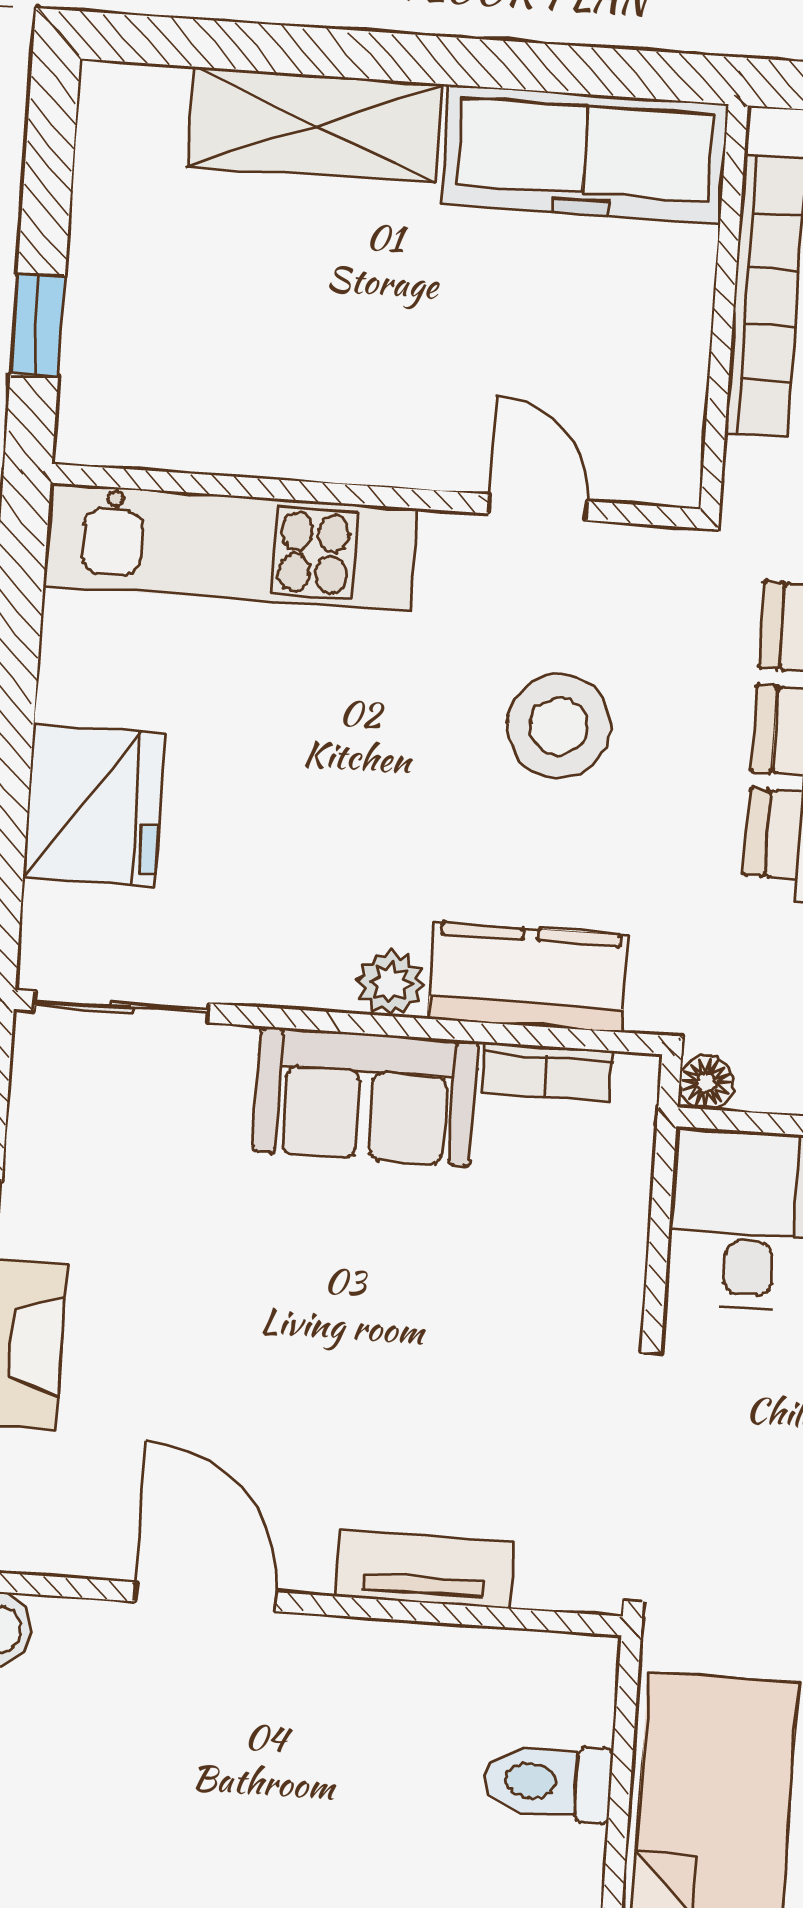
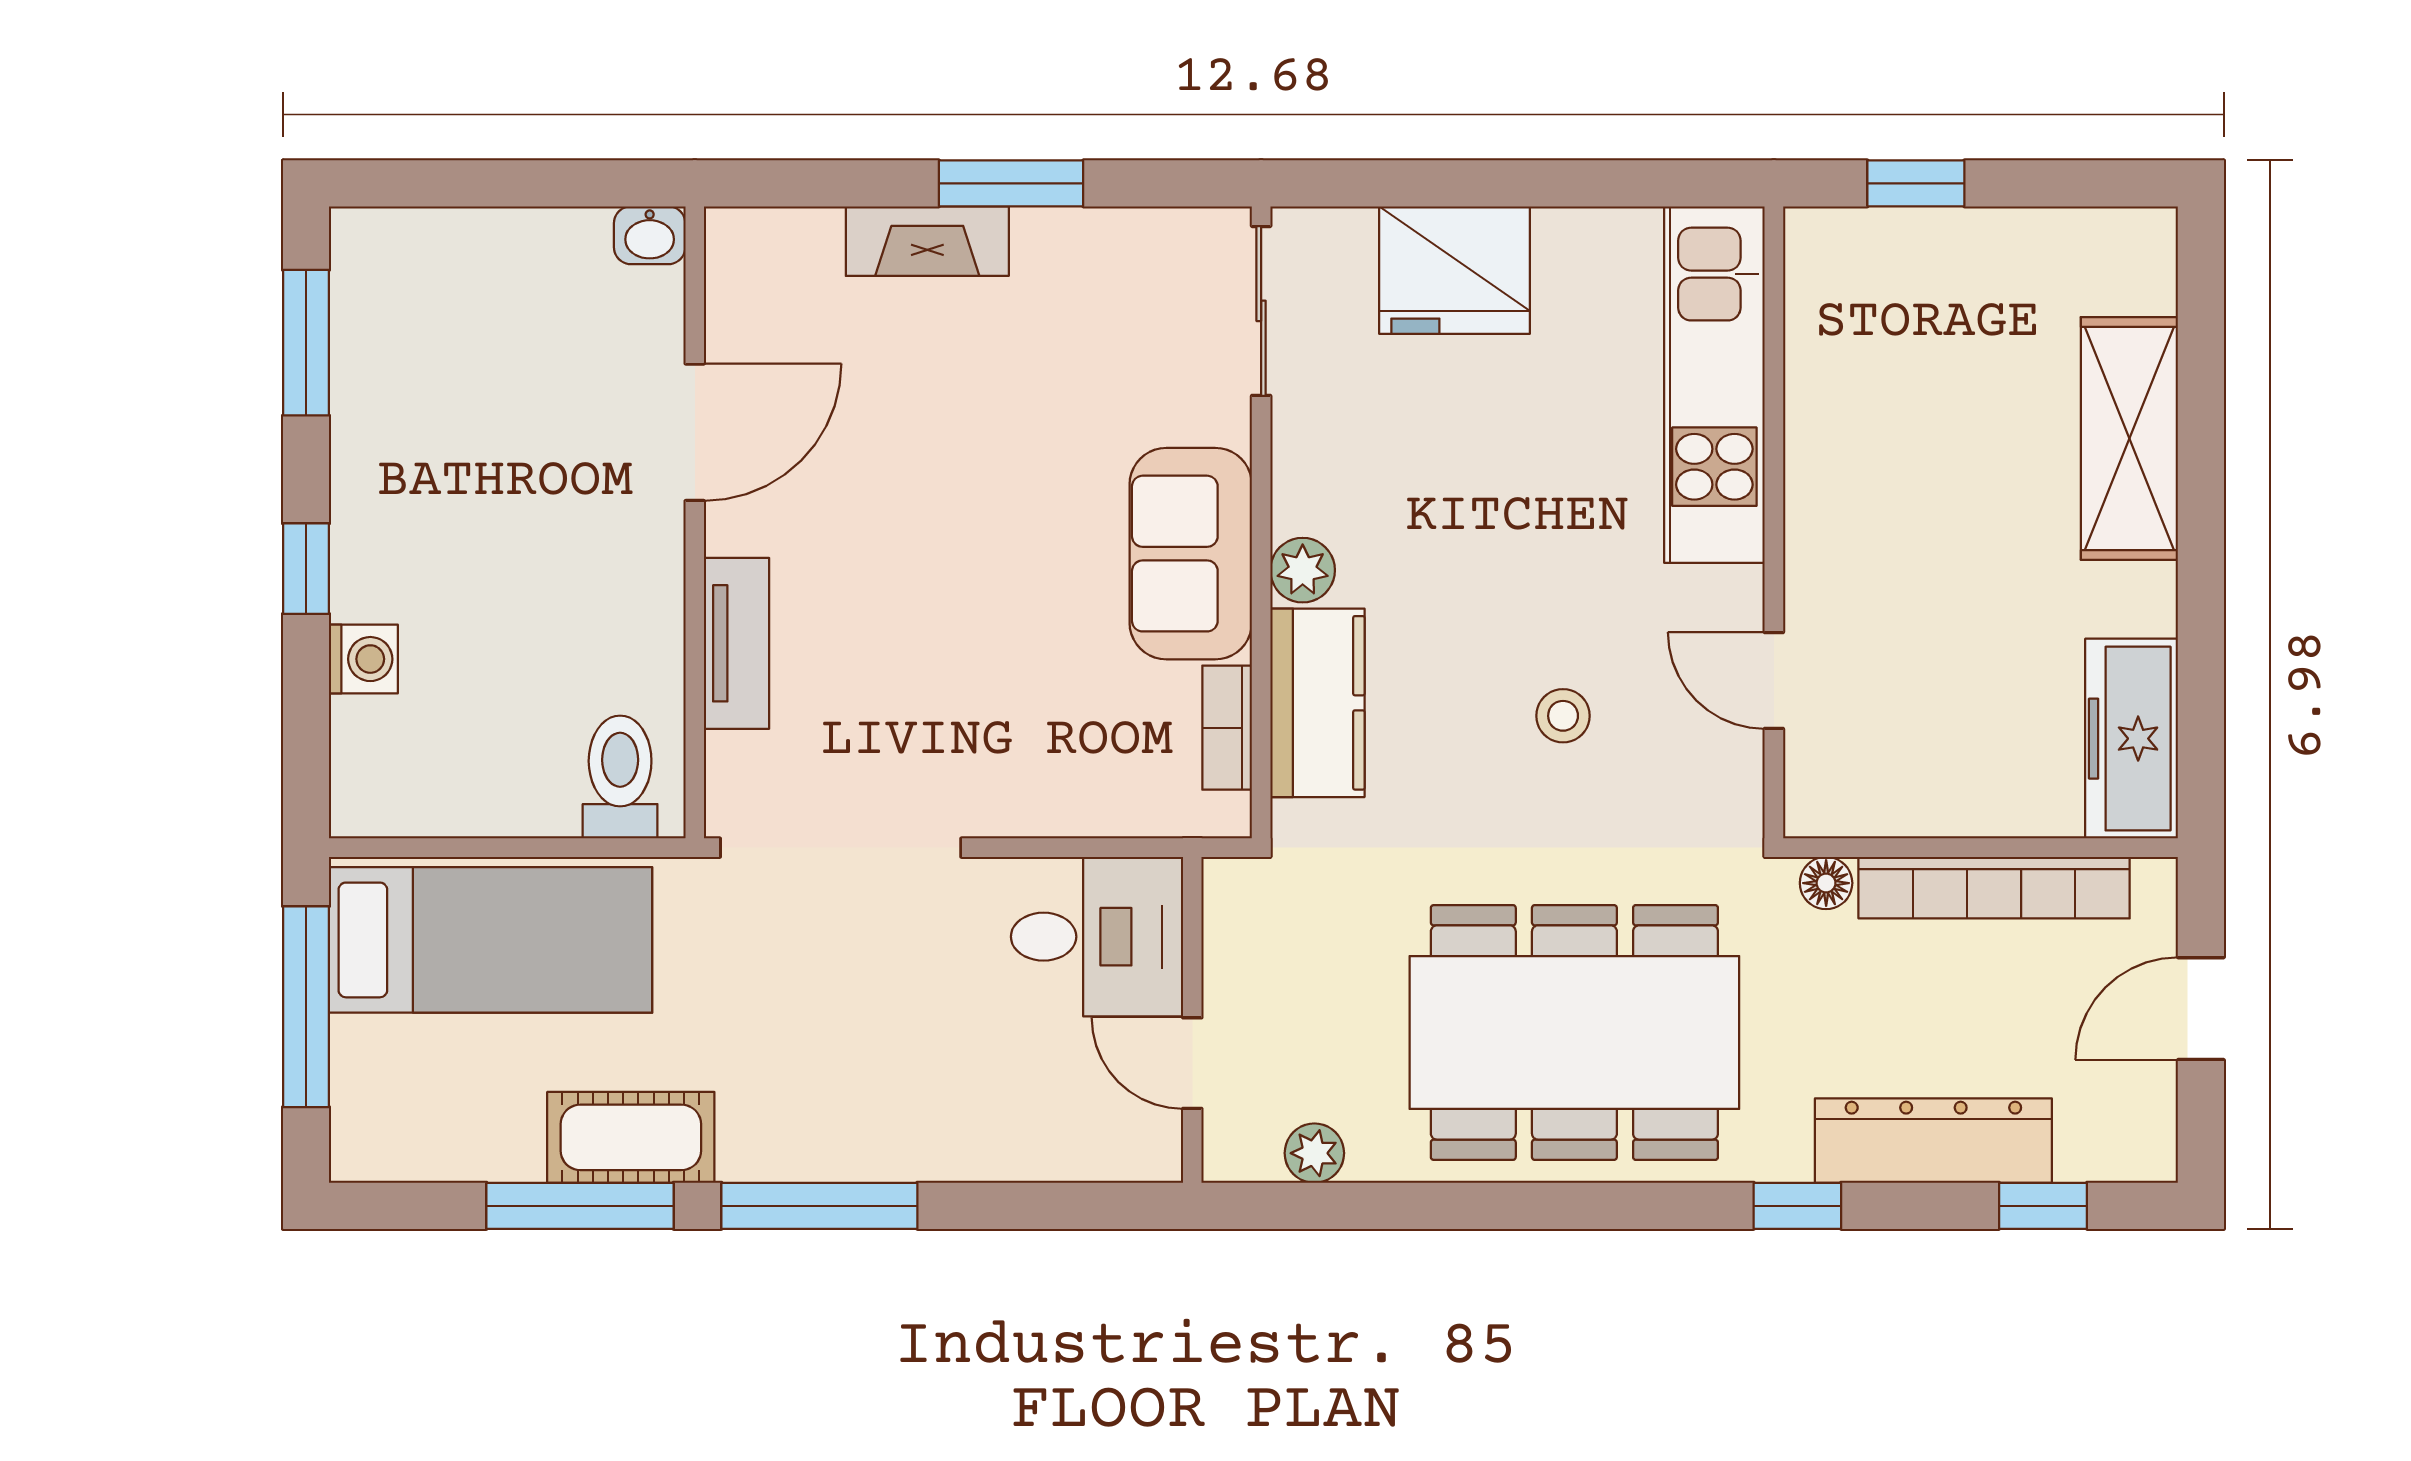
freezer: (585, 154) -> (2132, 739), width x0.73, depth x0.79
door: (538, 507) -> (1774, 680), swing flipped
stool: (559, 726) -> (1563, 716), width x0.53, depth x0.53
floor lamp: (706, 1082) -> (1826, 883), moved
toilet: (548, 1782) -> (620, 777), moved

